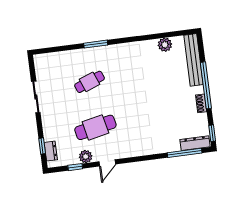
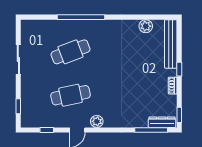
window: (96, 44) -> (81, 17), width x2.11
cafe table: (90, 82) -> (71, 52), width x1.37, depth x1.35
window: (206, 85) -> (179, 69), width x0.32
dresser: (51, 151) -> (26, 112), removed
plant: (86, 157) -> (97, 121), moved

